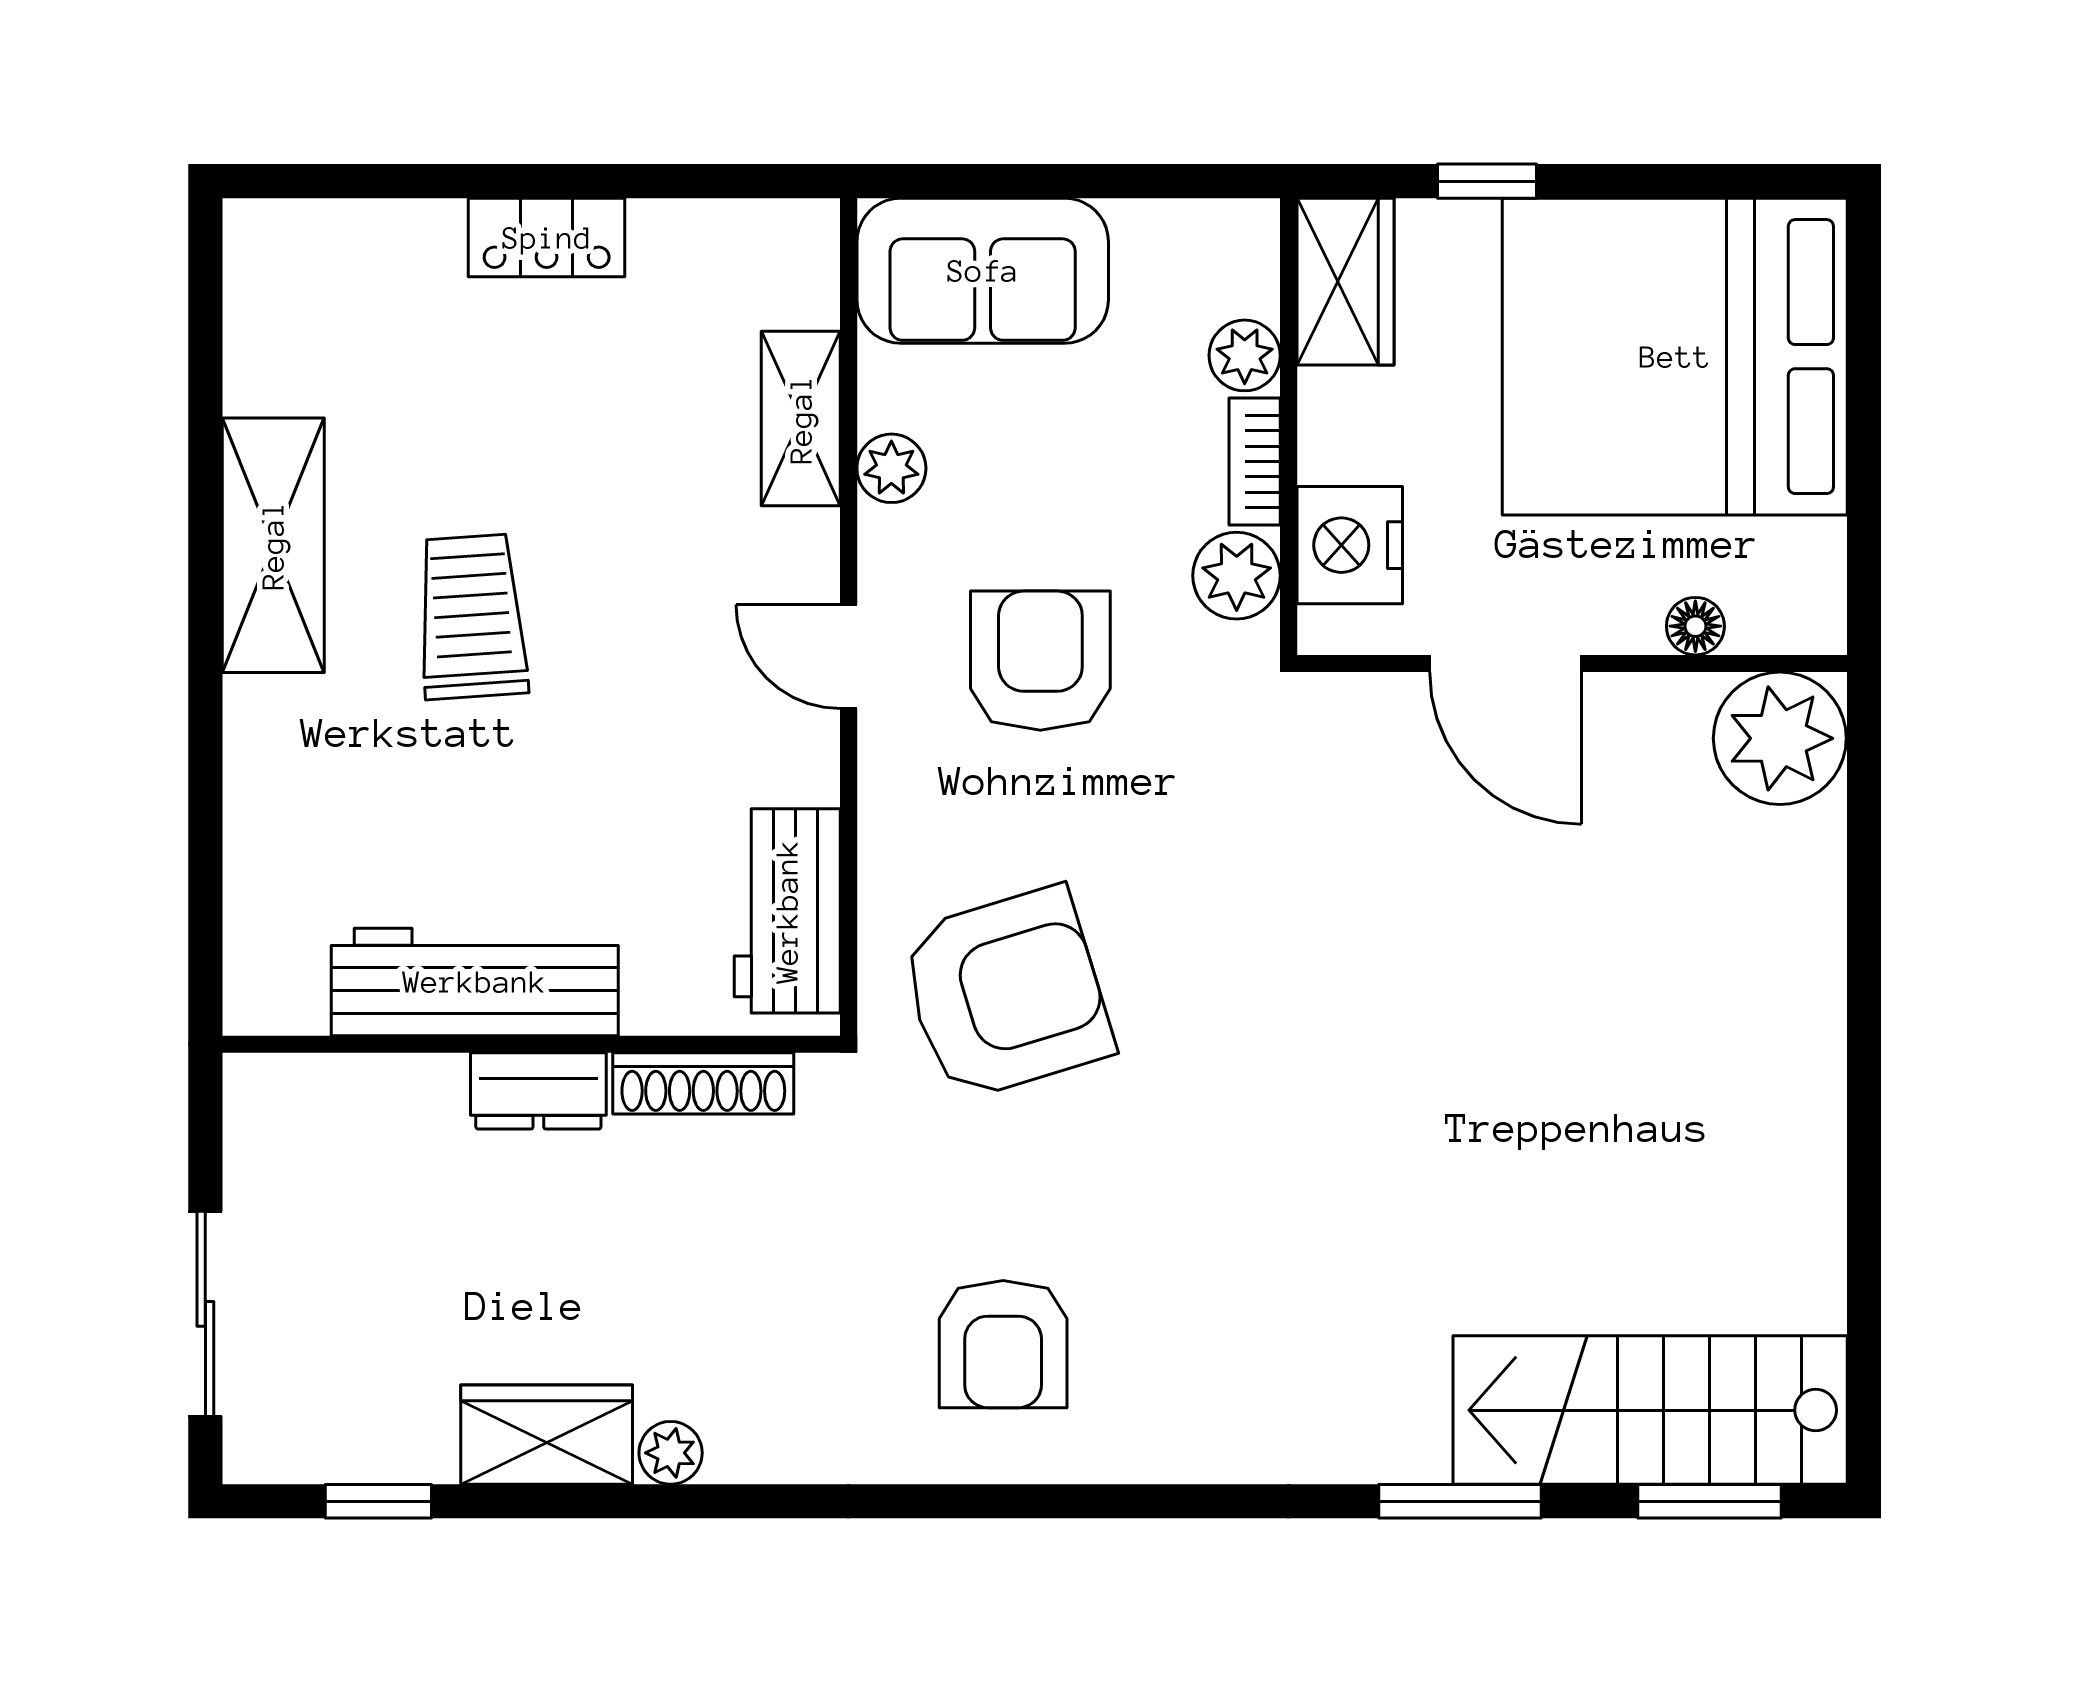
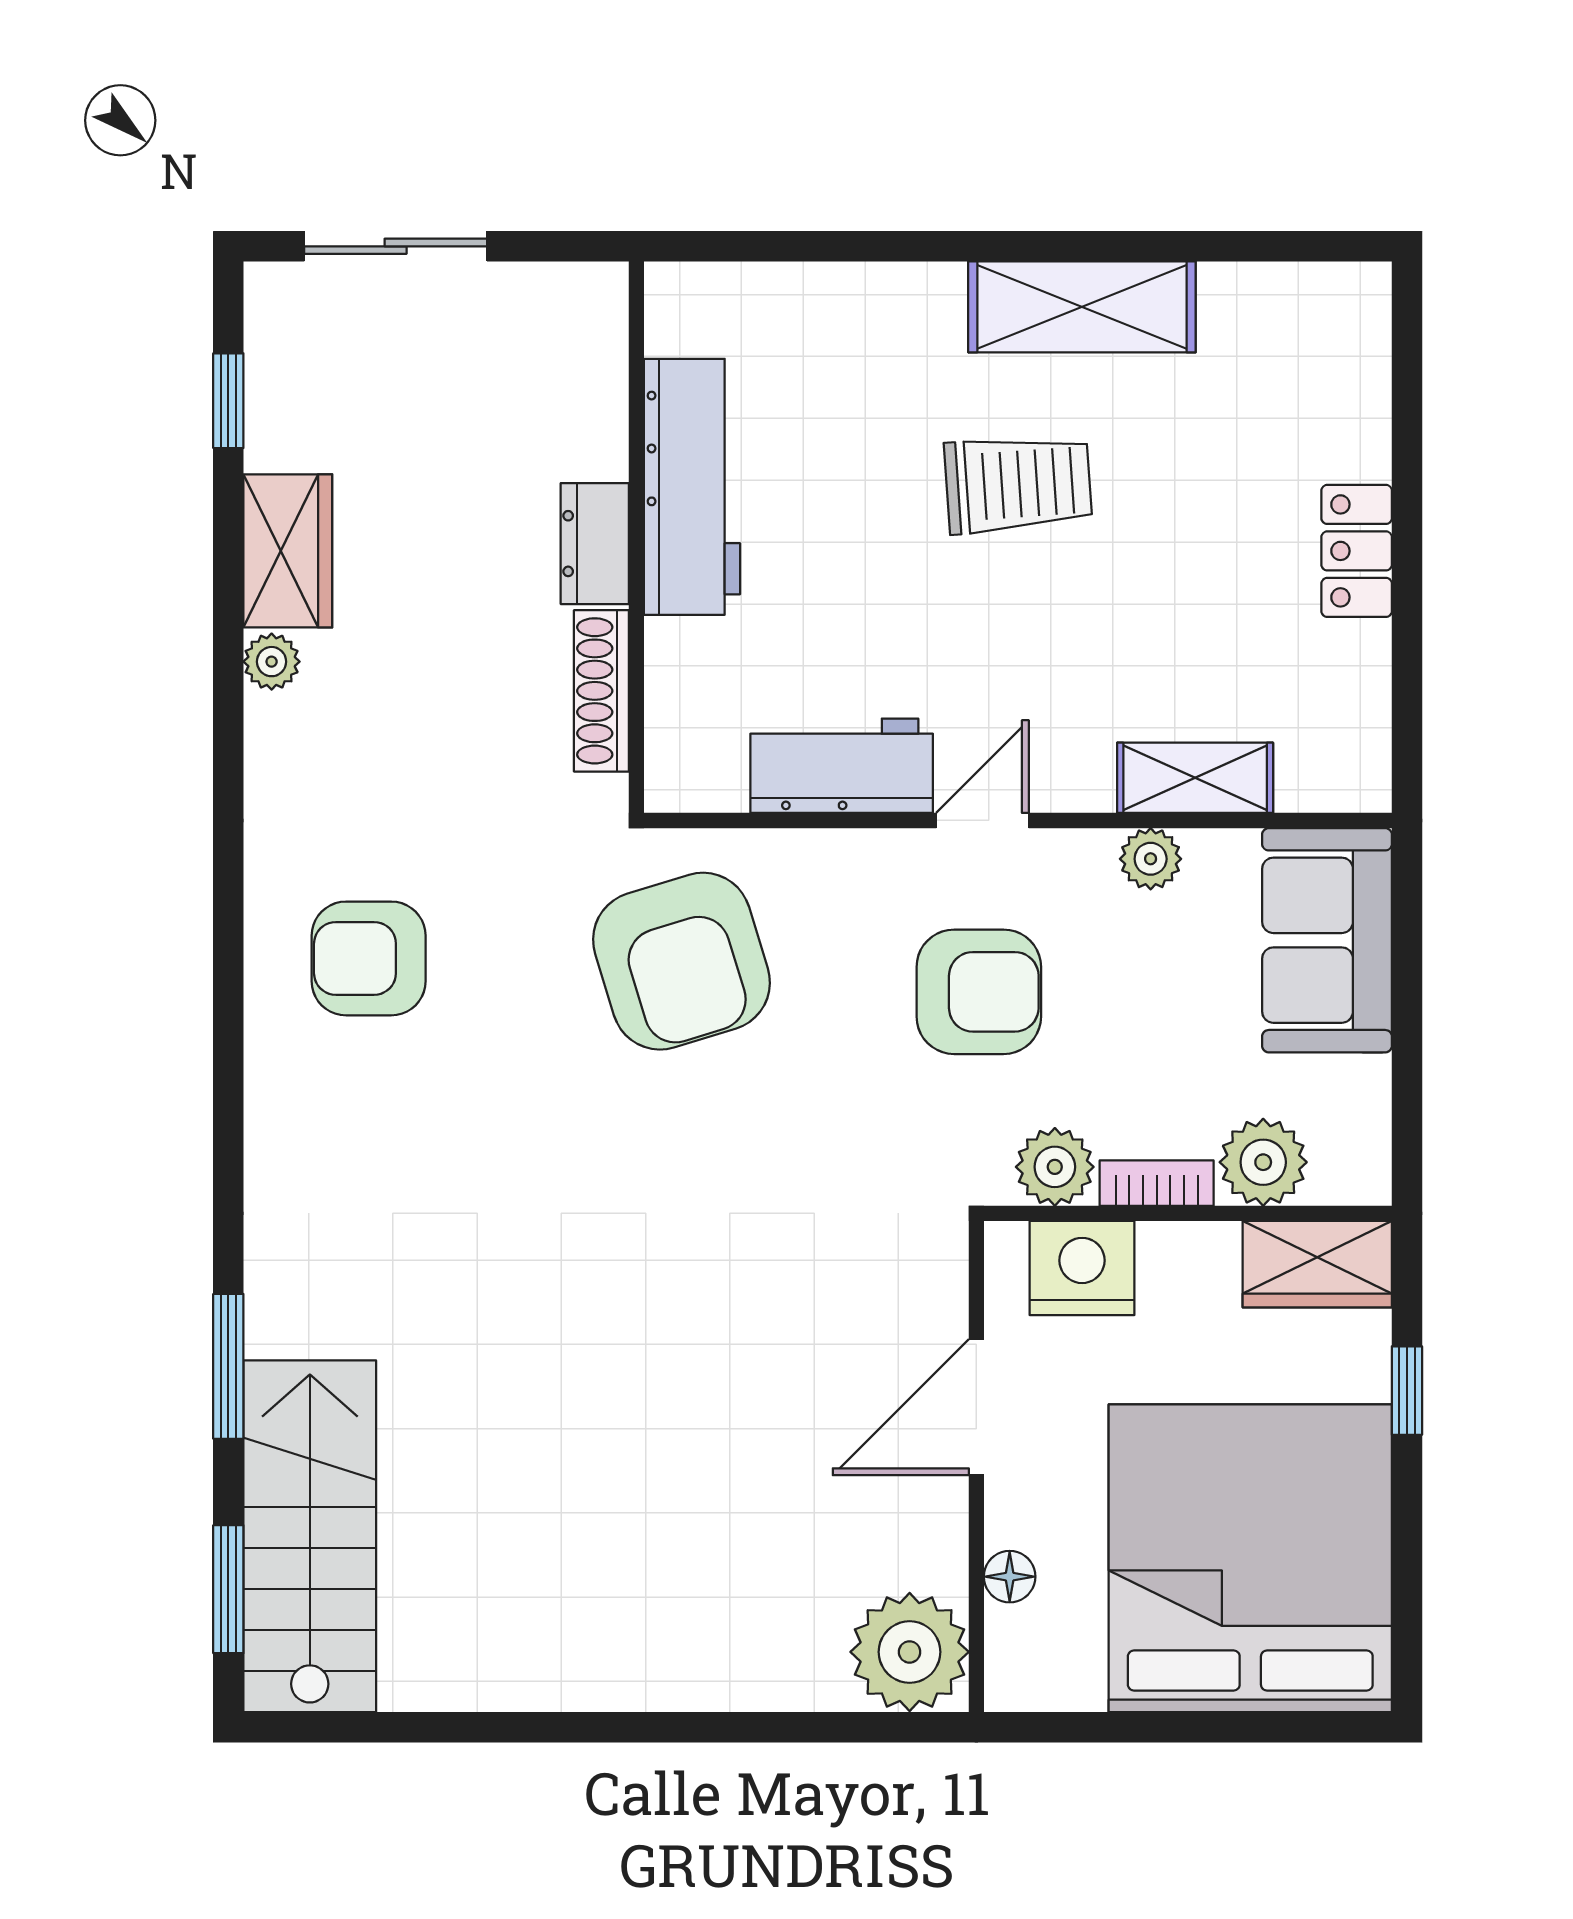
plant: (1245, 355) -> (1263, 1162), width x1.38, depth x1.38
workbench: (787, 911) -> (842, 766), moved

